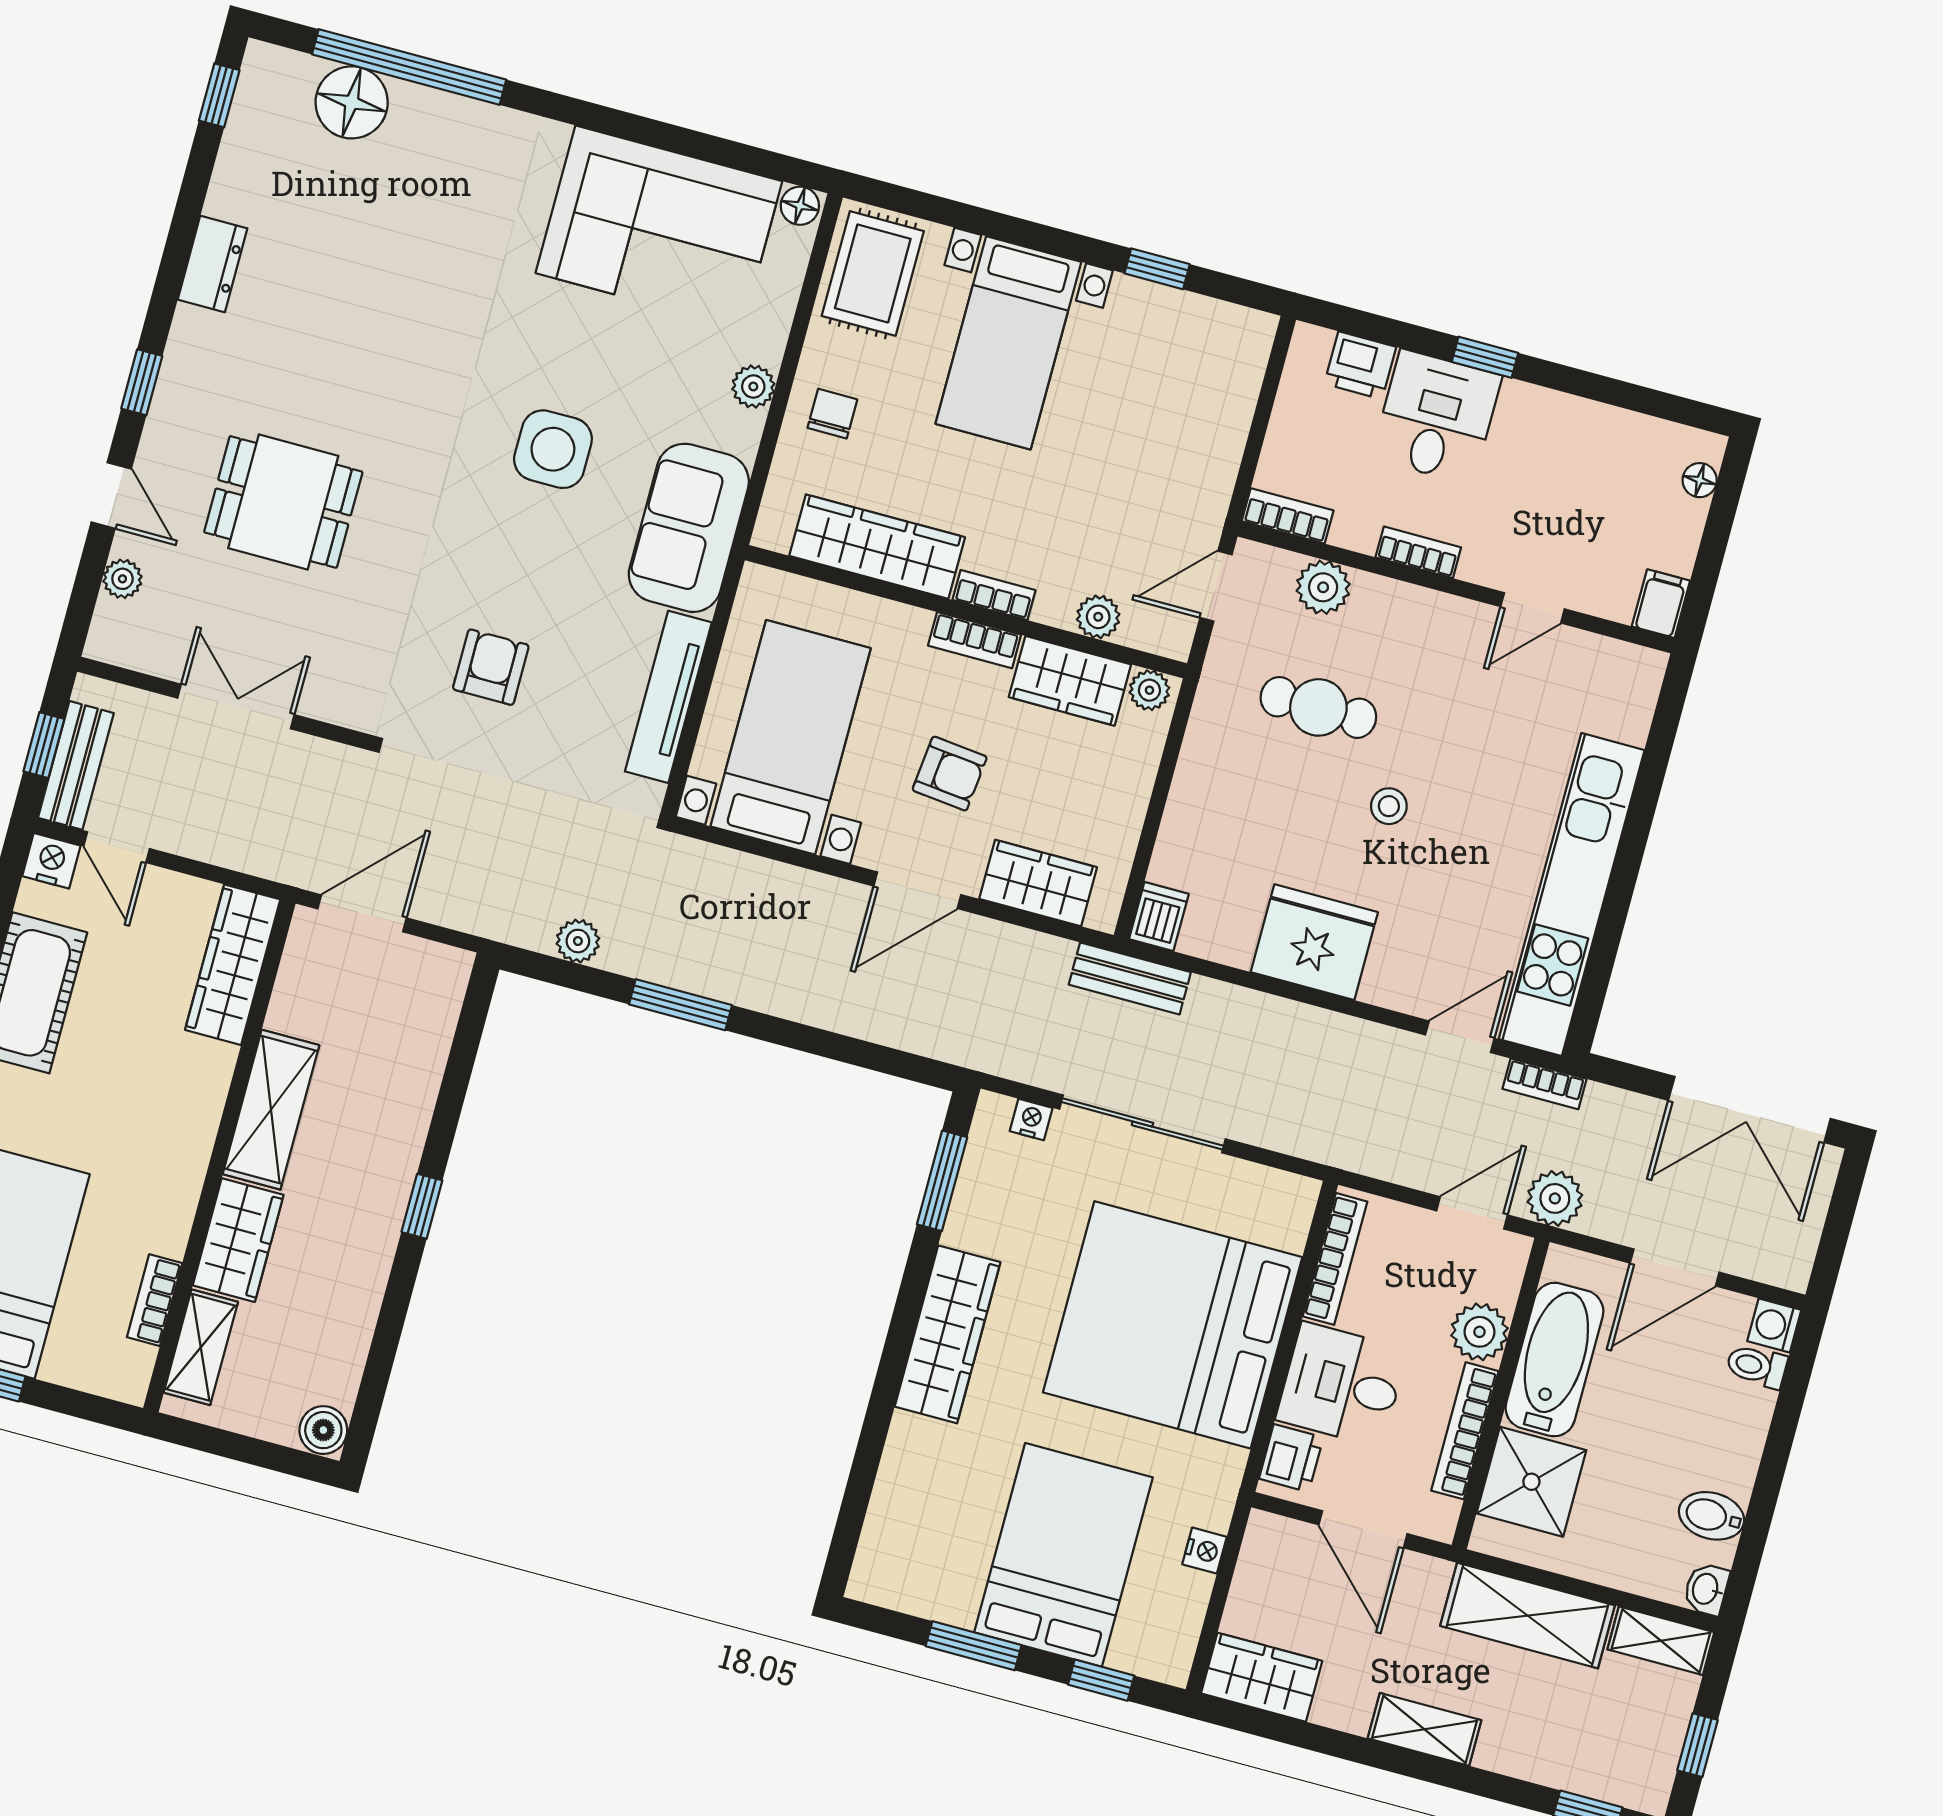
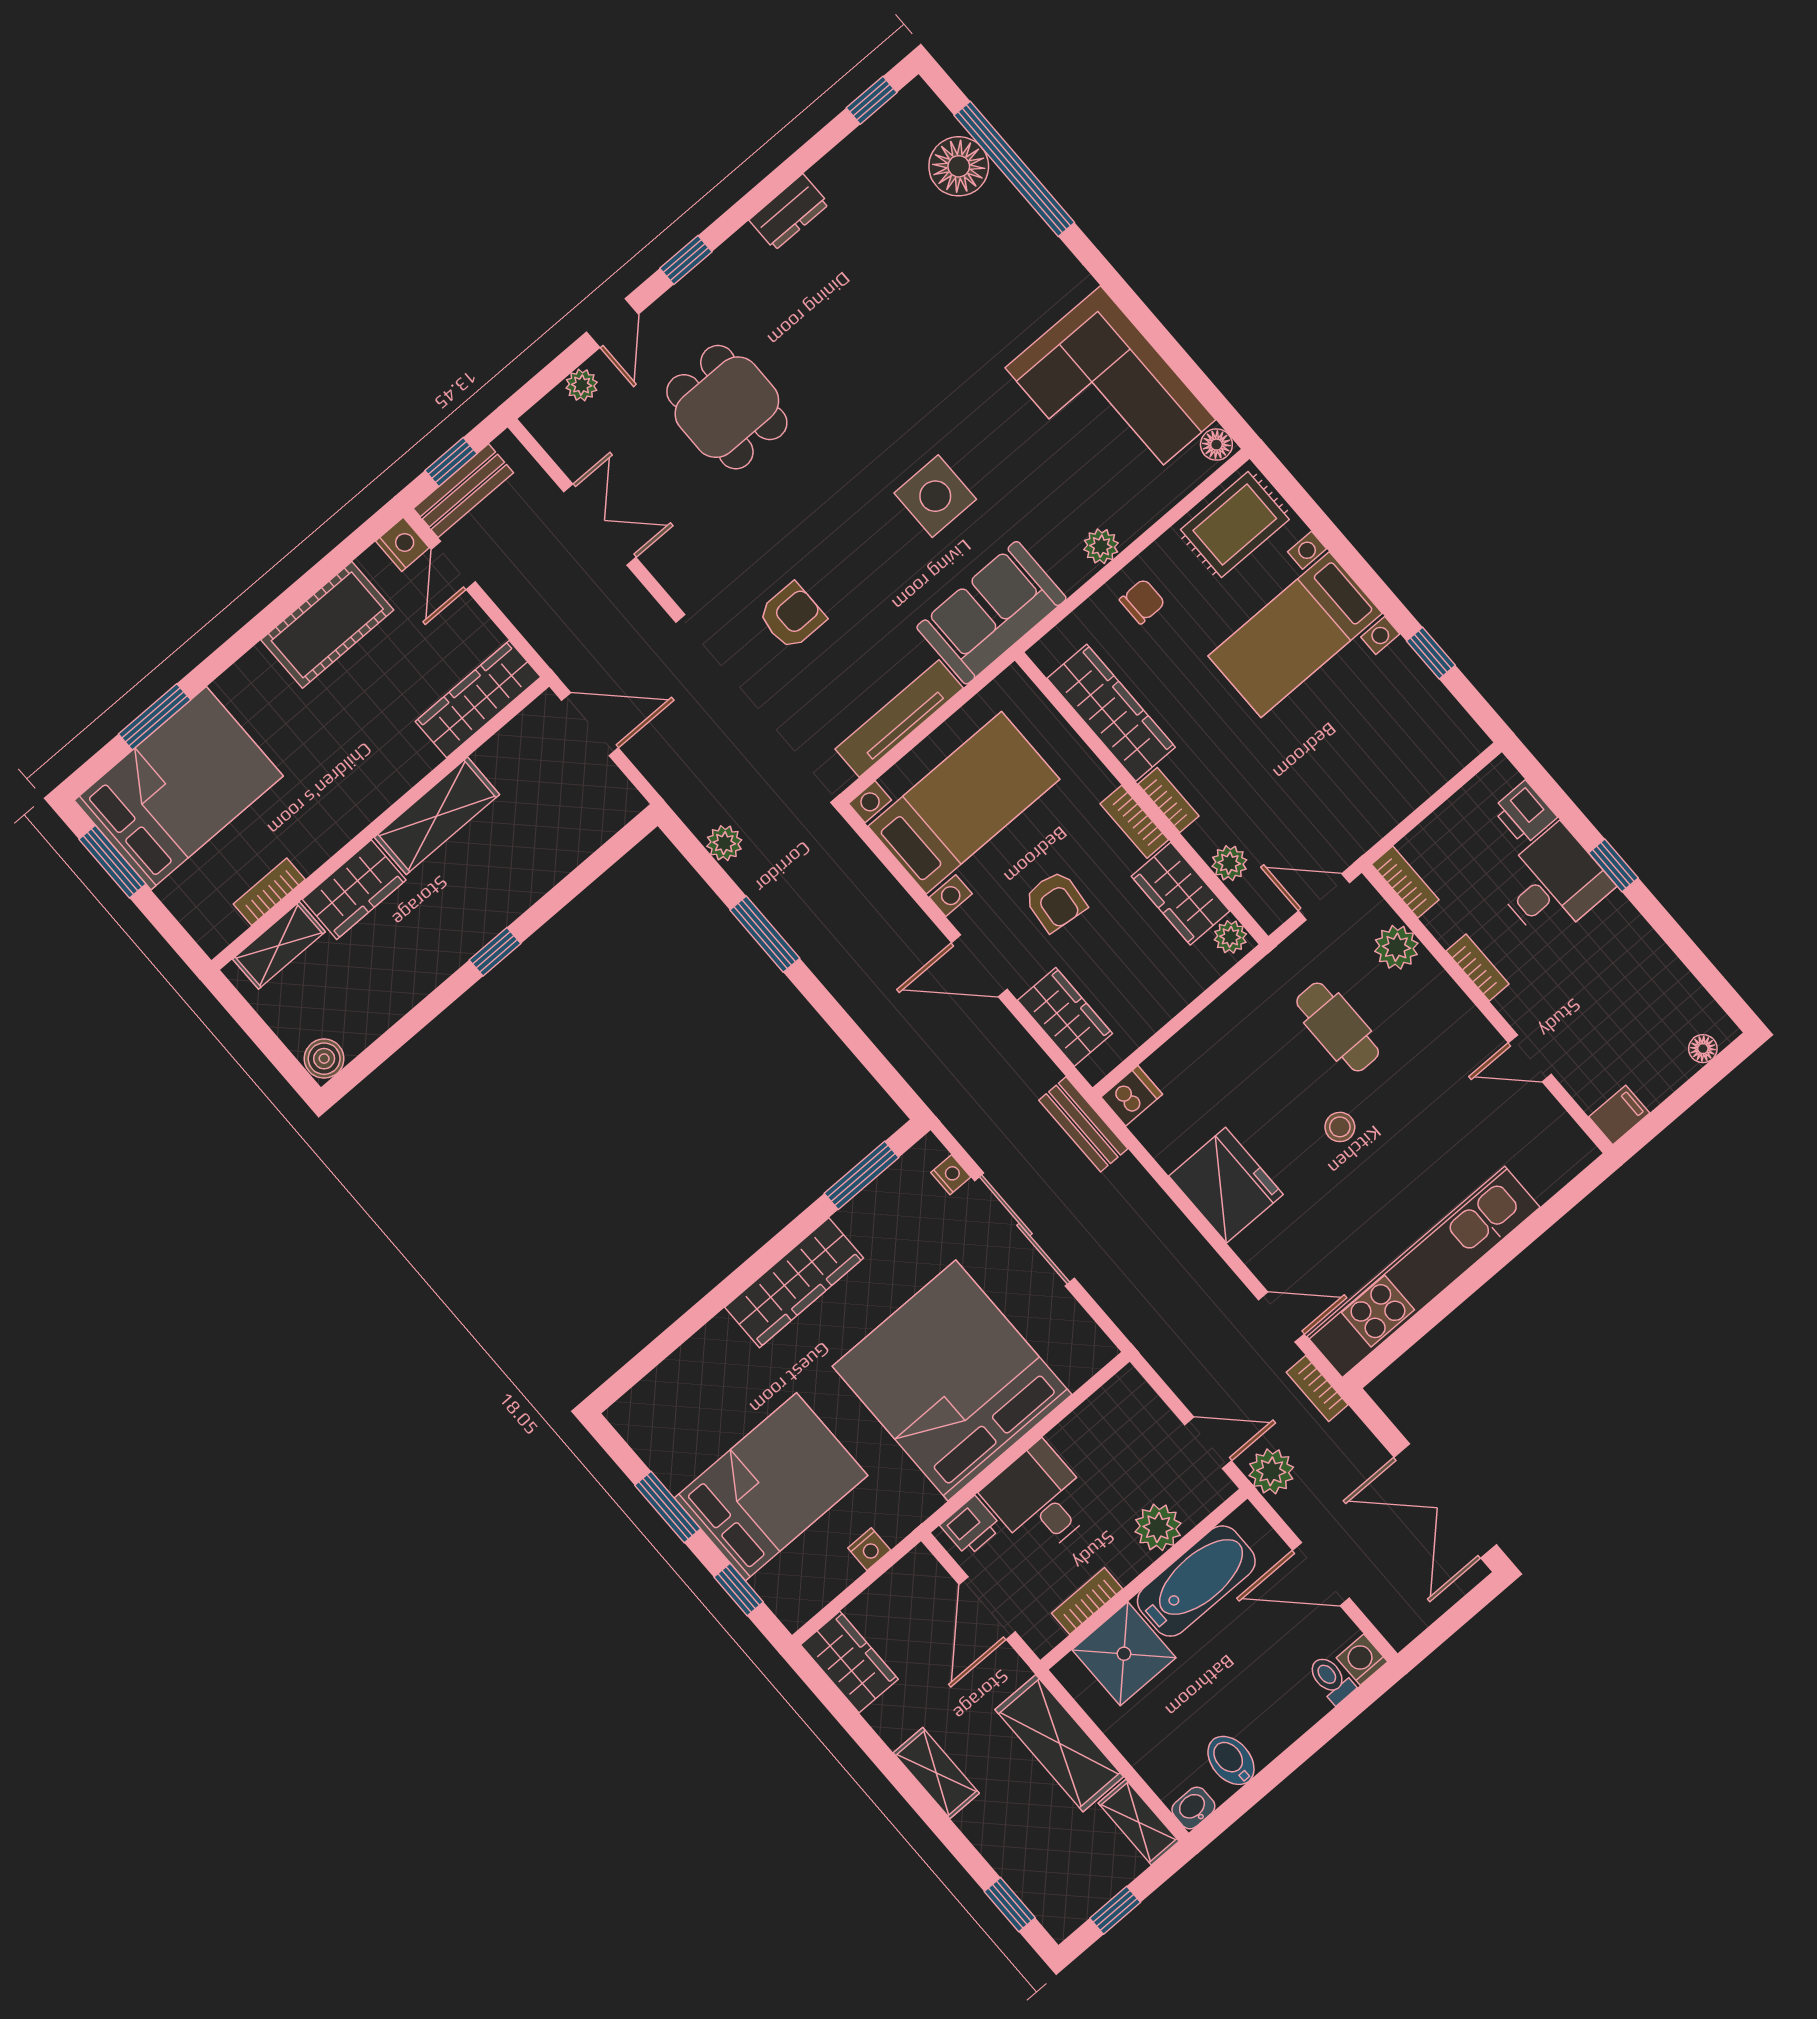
bookcase: (1335, 1259) -> (1093, 1411), removed
bookcase: (1465, 1431) -> (1087, 1601), width x0.64

